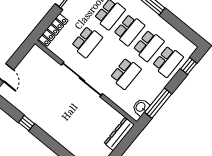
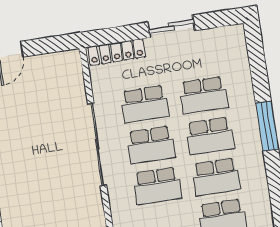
school desk: (106, 58) -> (151, 145), added

